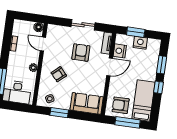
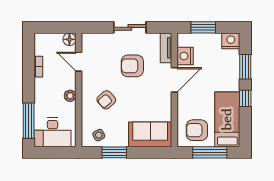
nightstand: (140, 43) -> (231, 41), moved
armchair: (81, 53) -> (132, 66), turned -90

